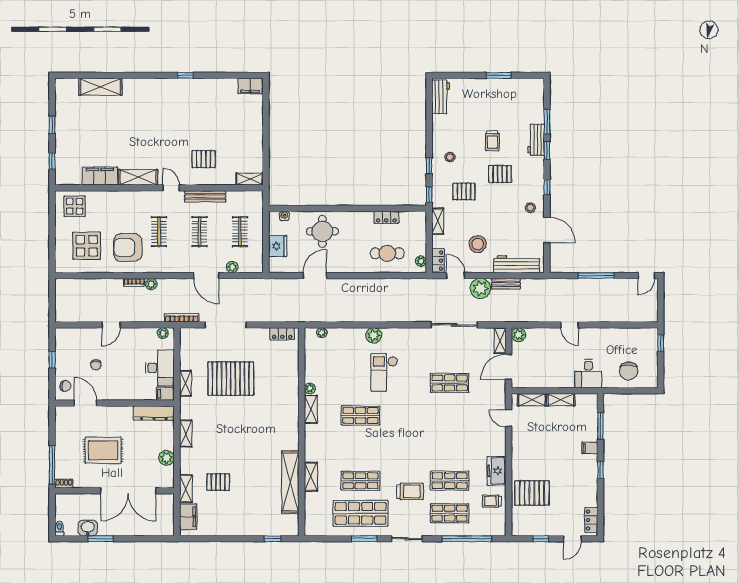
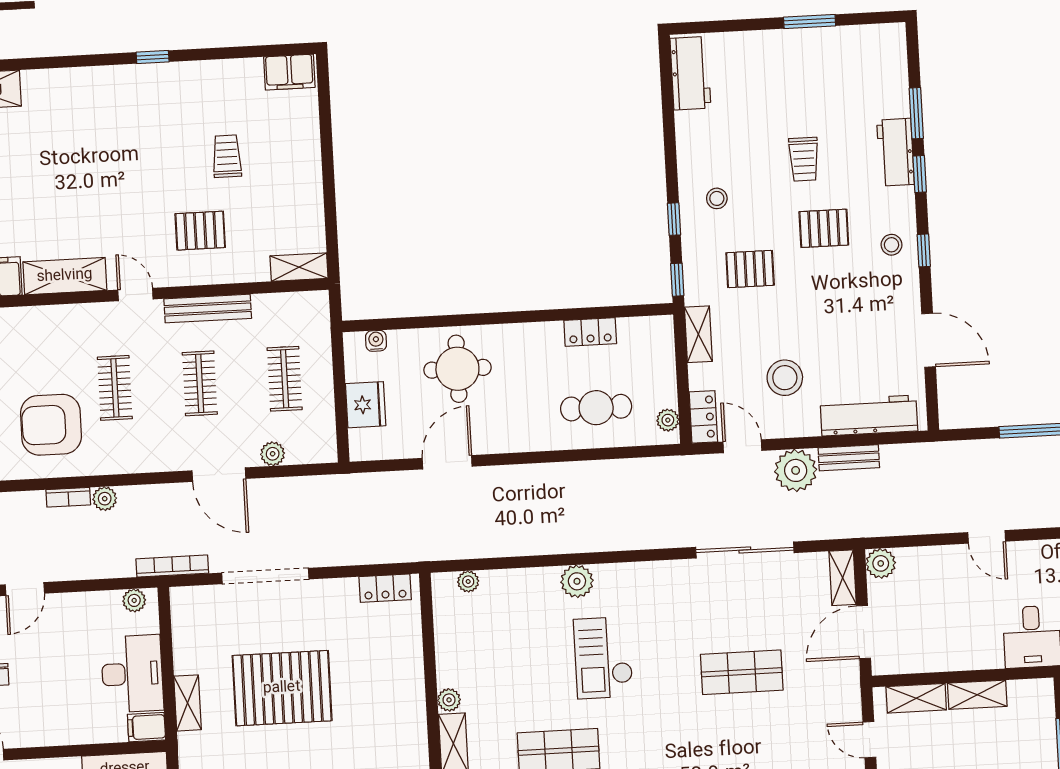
trolley: (218, 124) -> (227, 156), added
stool: (530, 208) -> (892, 245), moved

